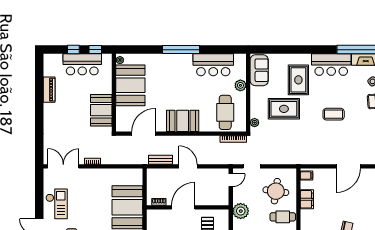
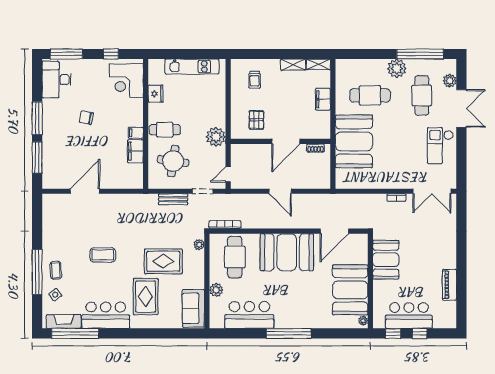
booth: (183, 121) -> (287, 252), width x1.36, depth x1.42
bench: (160, 160) -> (173, 199), moved
filing cabinet: (306, 176) -> (136, 133), moved

